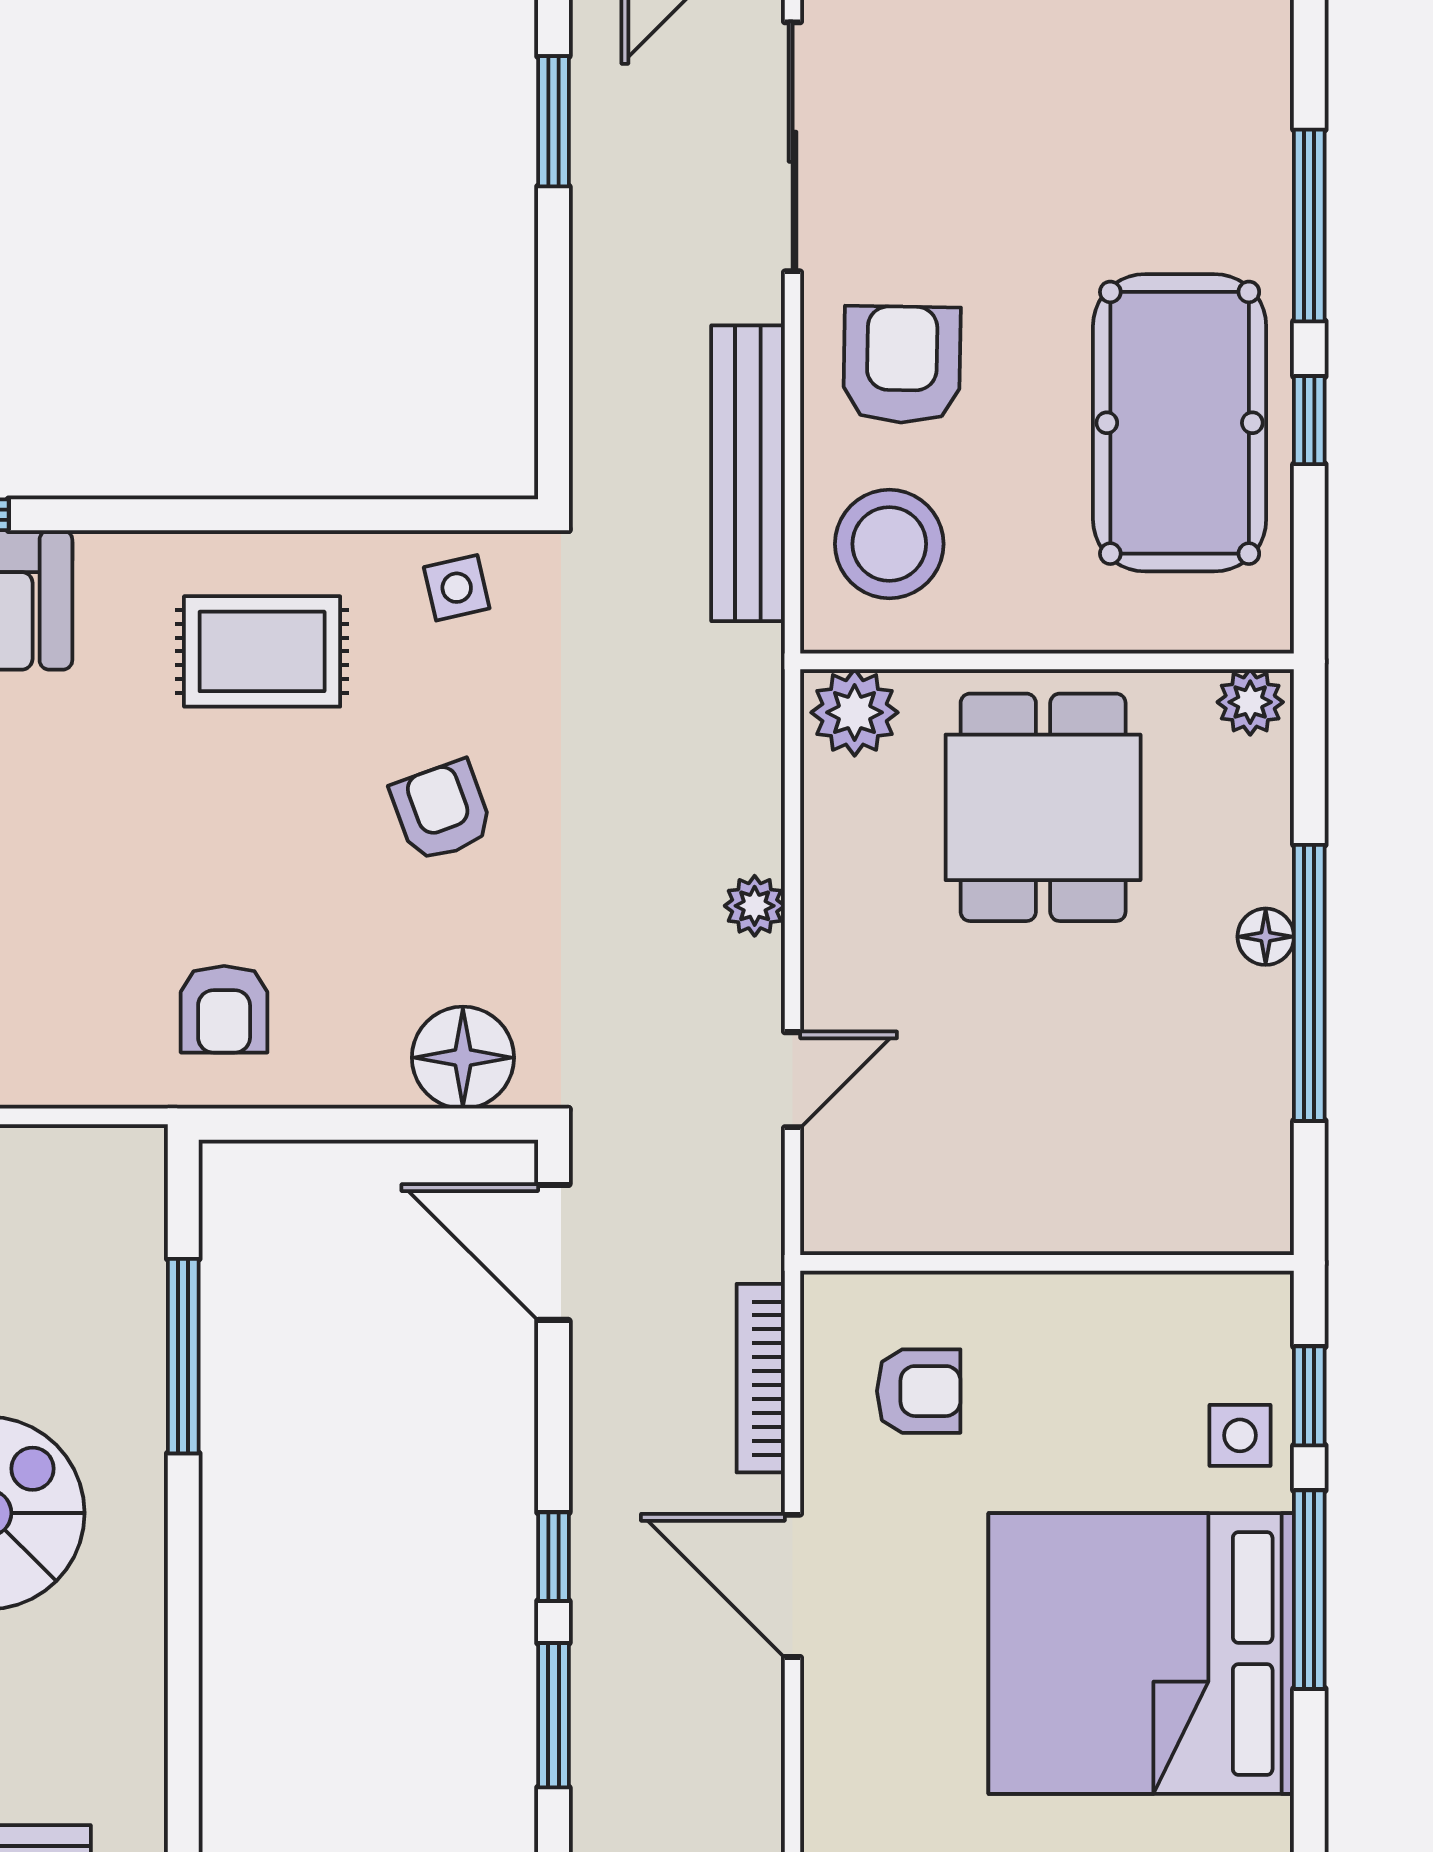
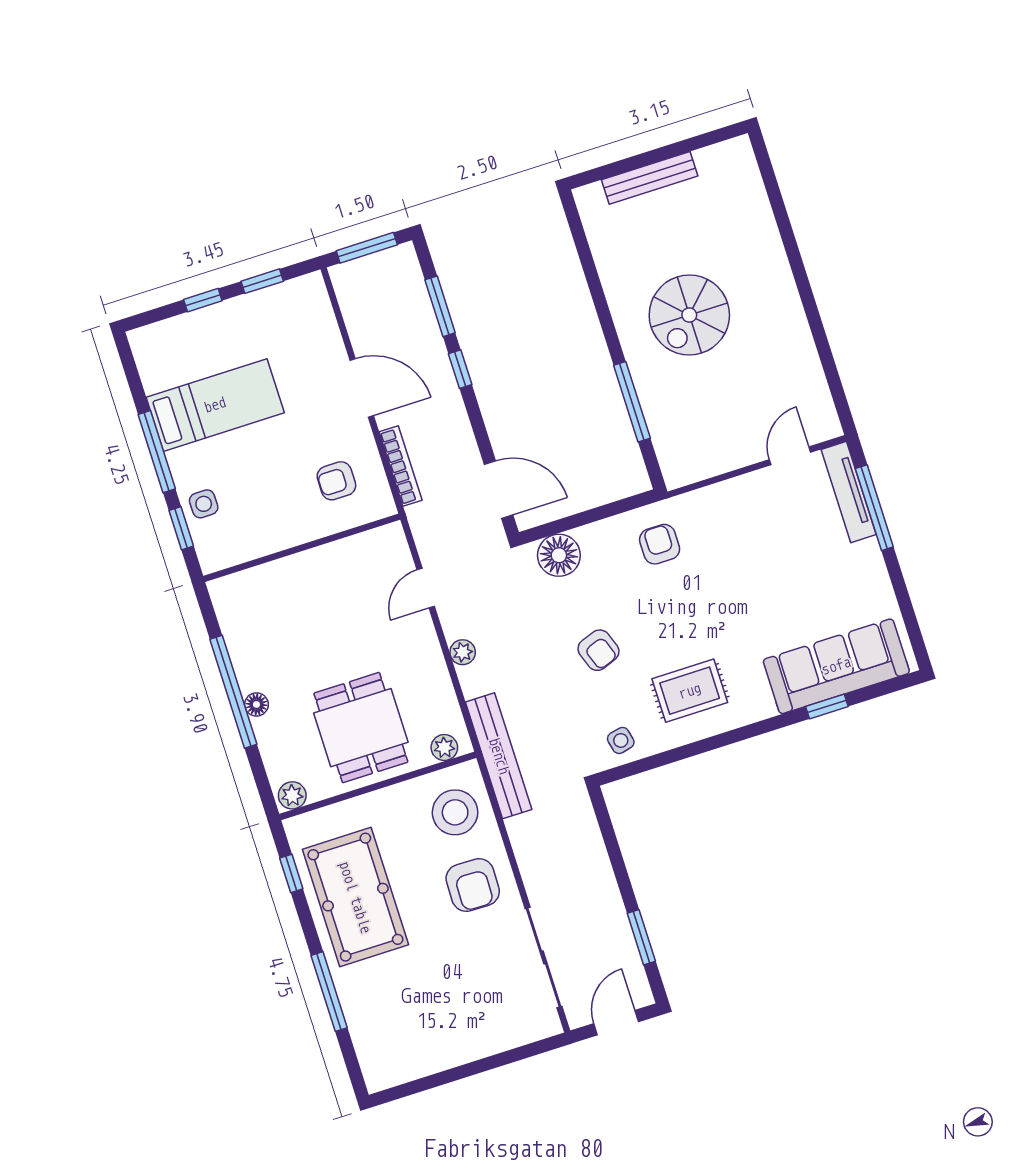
window: (1309, 420) -> (291, 873), moved
bench: (748, 473) -> (499, 756), moved
plant: (855, 712) -> (444, 747), width x0.73, depth x0.73
bed: (1141, 1654) -> (215, 405), width x0.49

